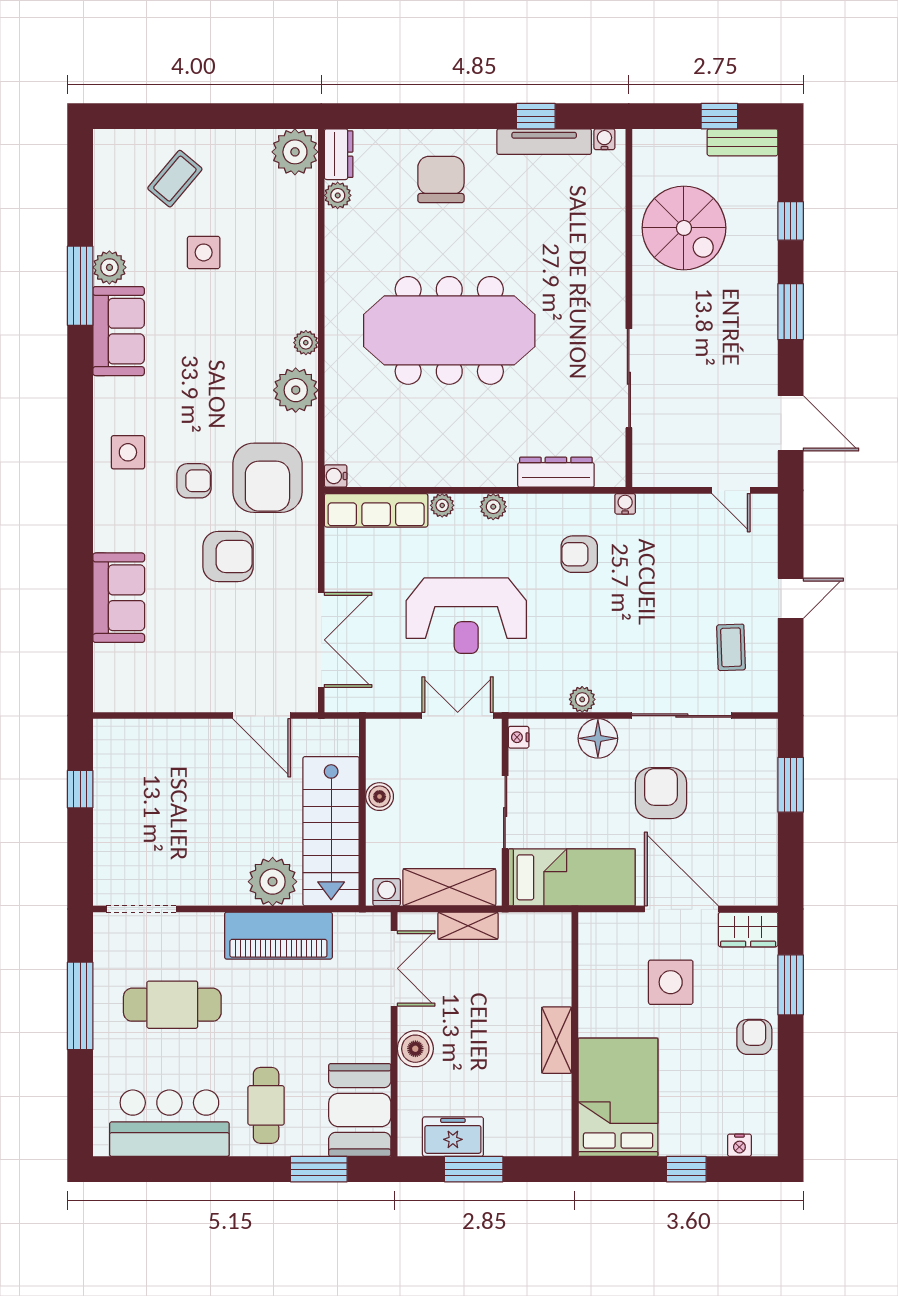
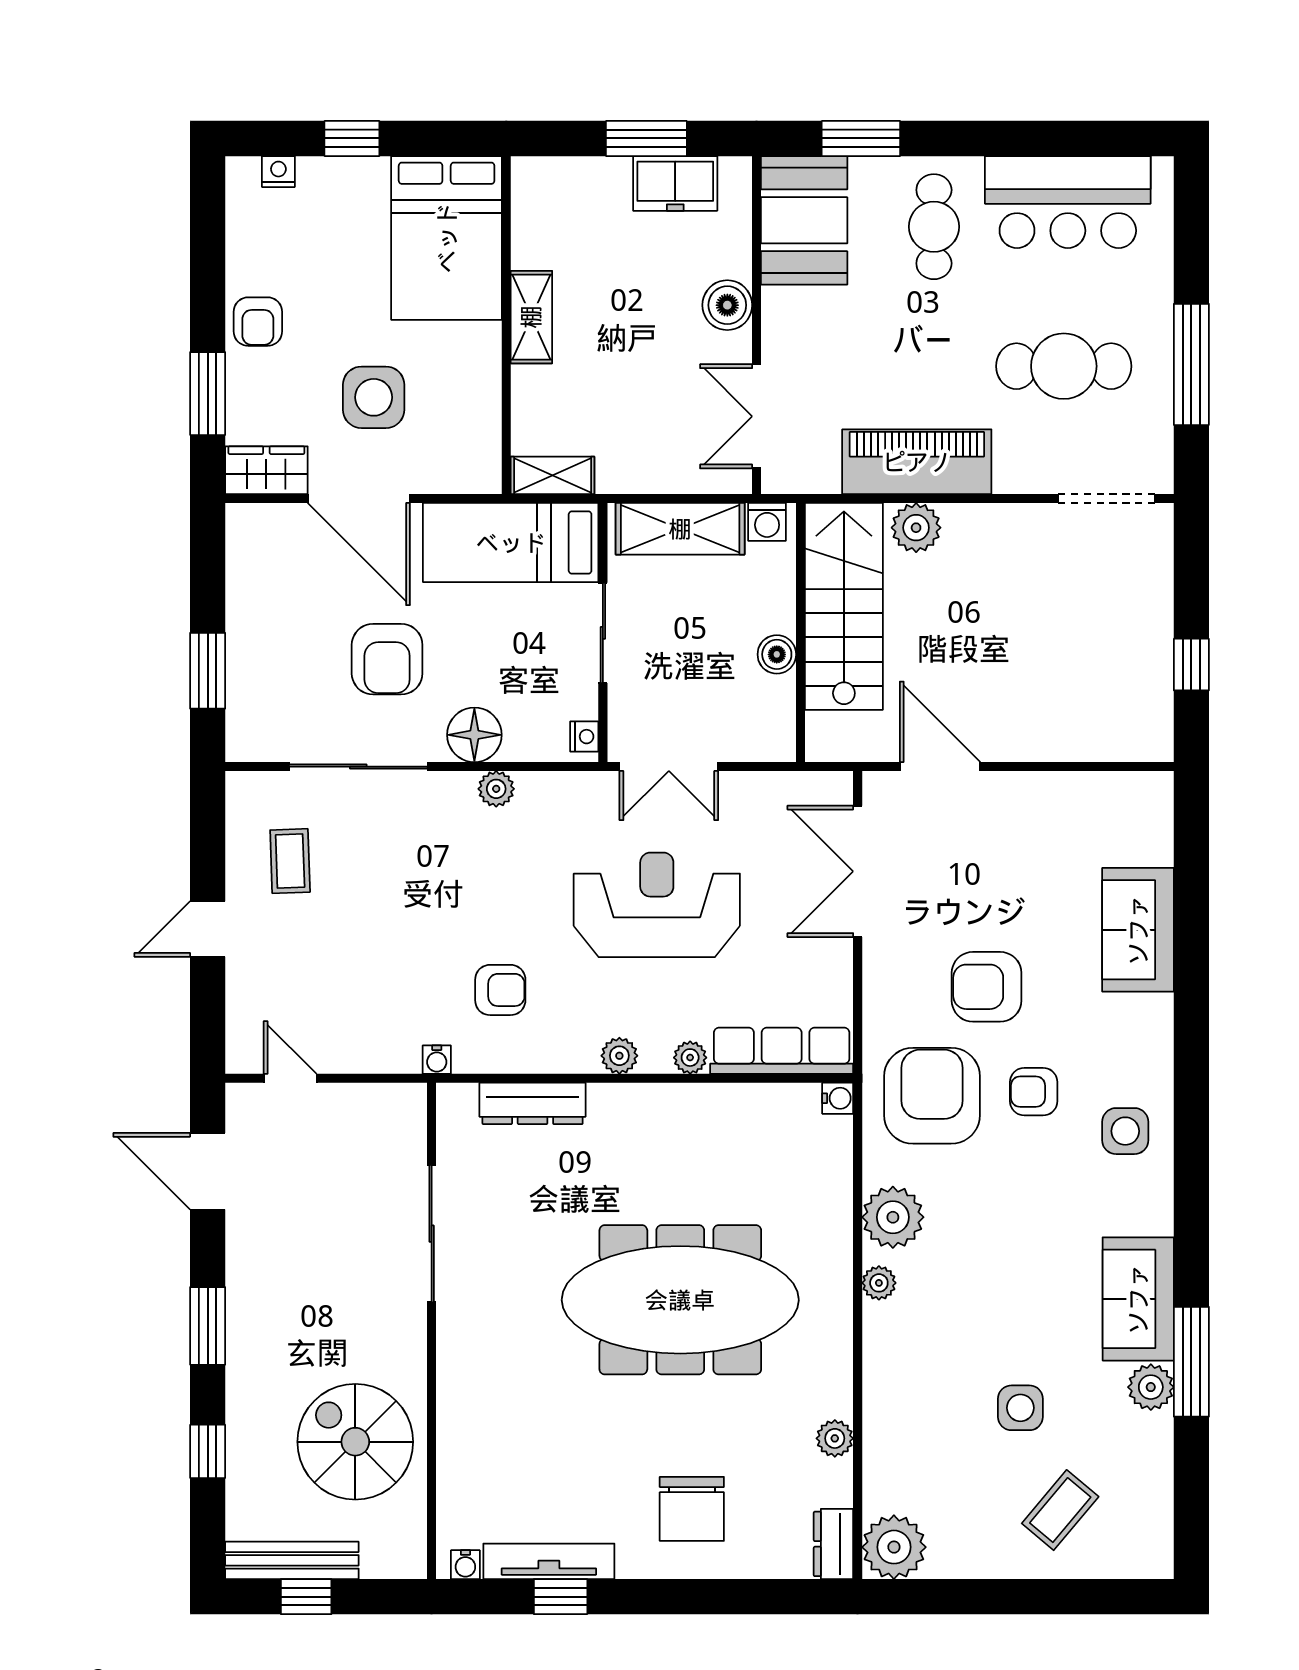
bench: (743, 142) -> (292, 1560), width x1.36
plant: (338, 195) -> (835, 1438), moved
plant: (273, 882) -> (916, 528), width x0.73, depth x0.73
shelving: (468, 926) -> (553, 475), moved

